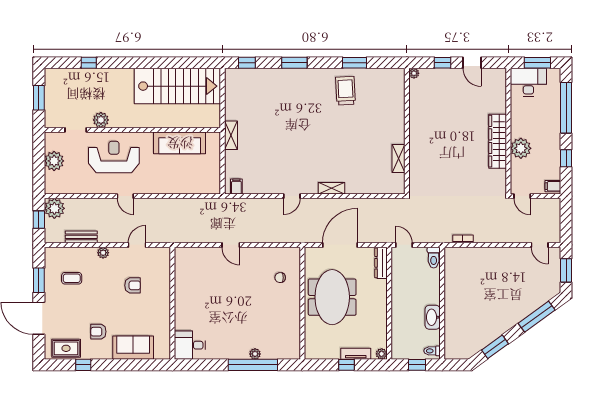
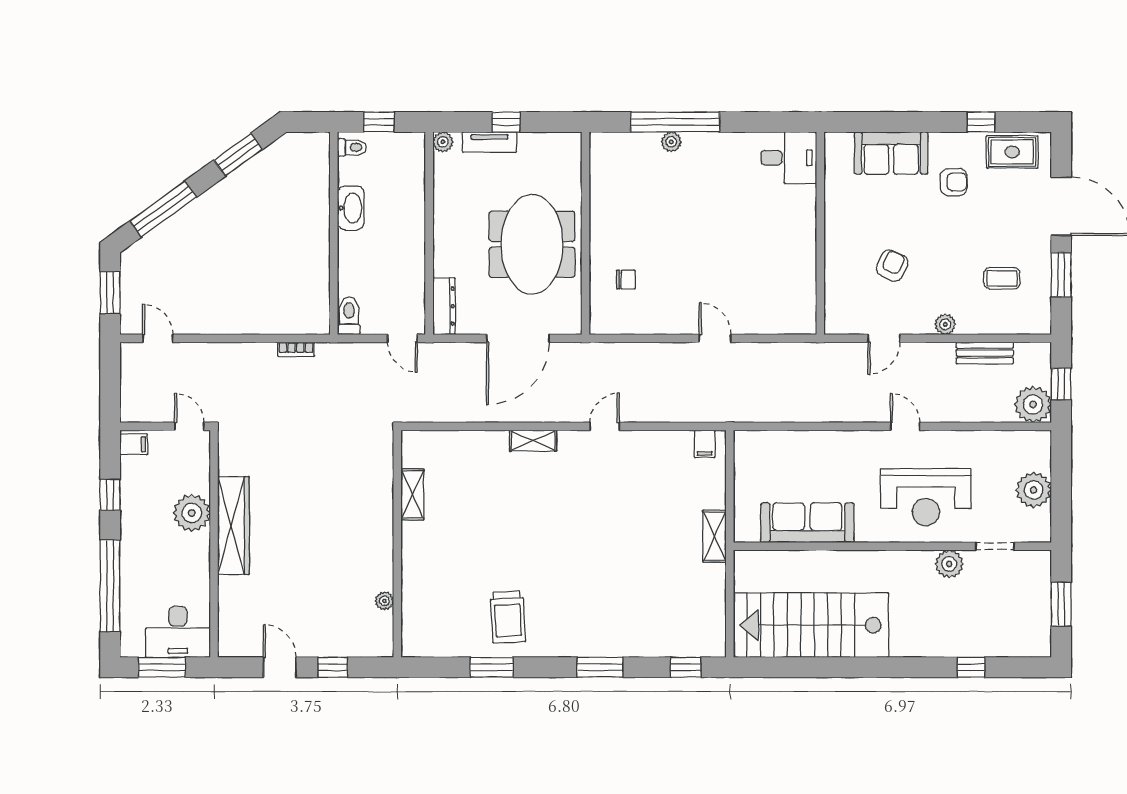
plant: (414, 73) -> (384, 601), moved
armchair: (133, 285) -> (892, 266), turned 114

